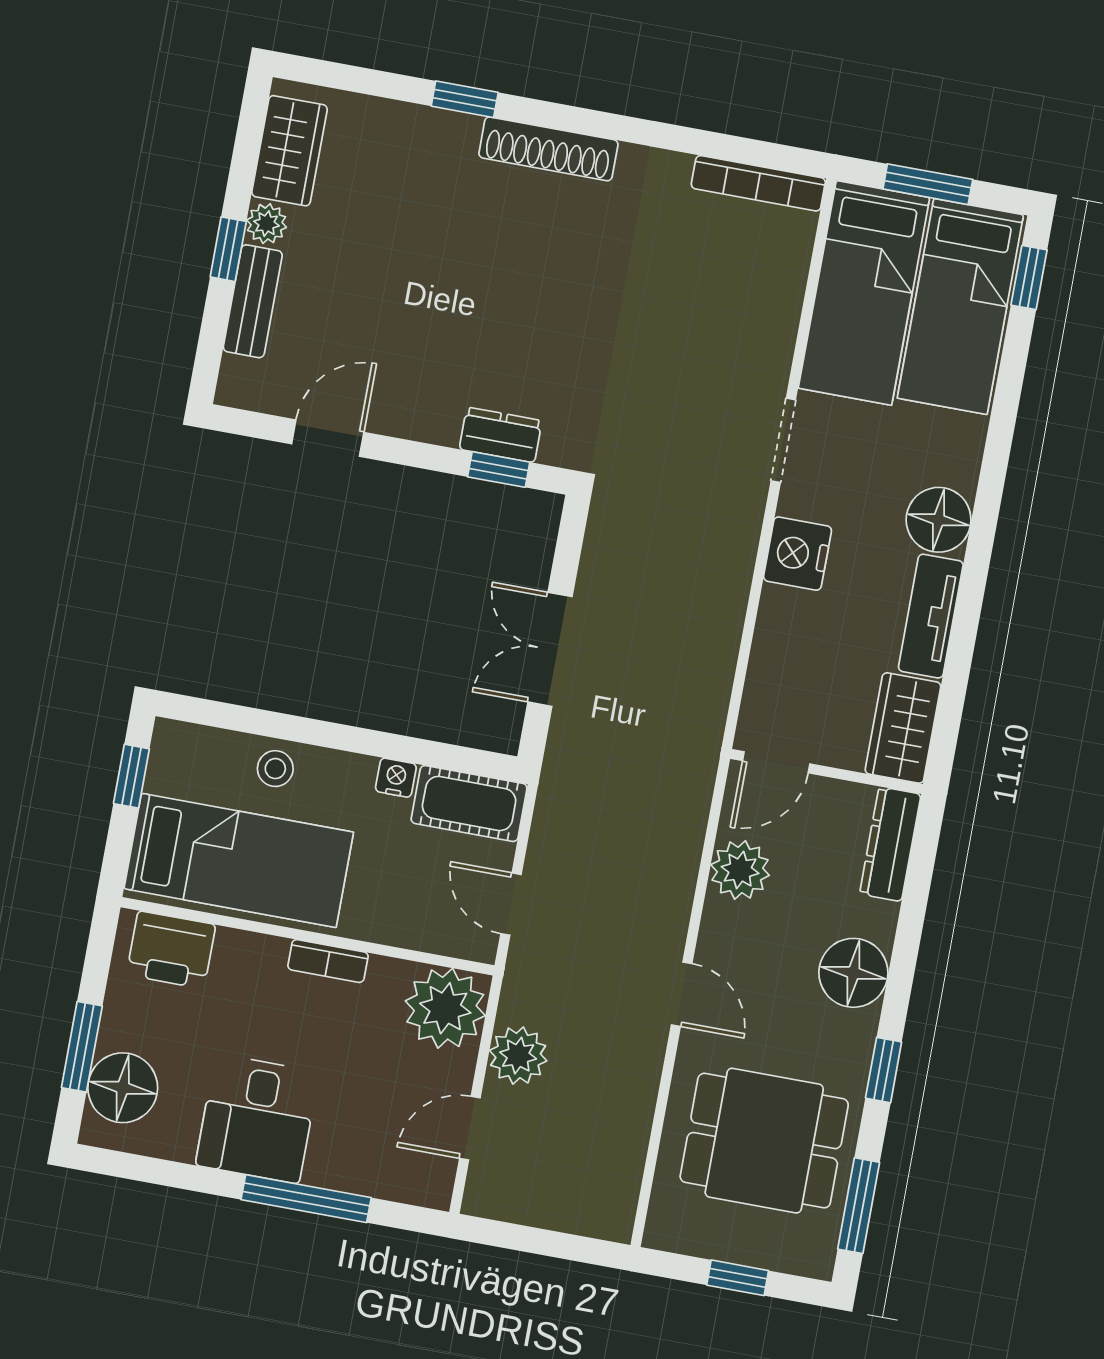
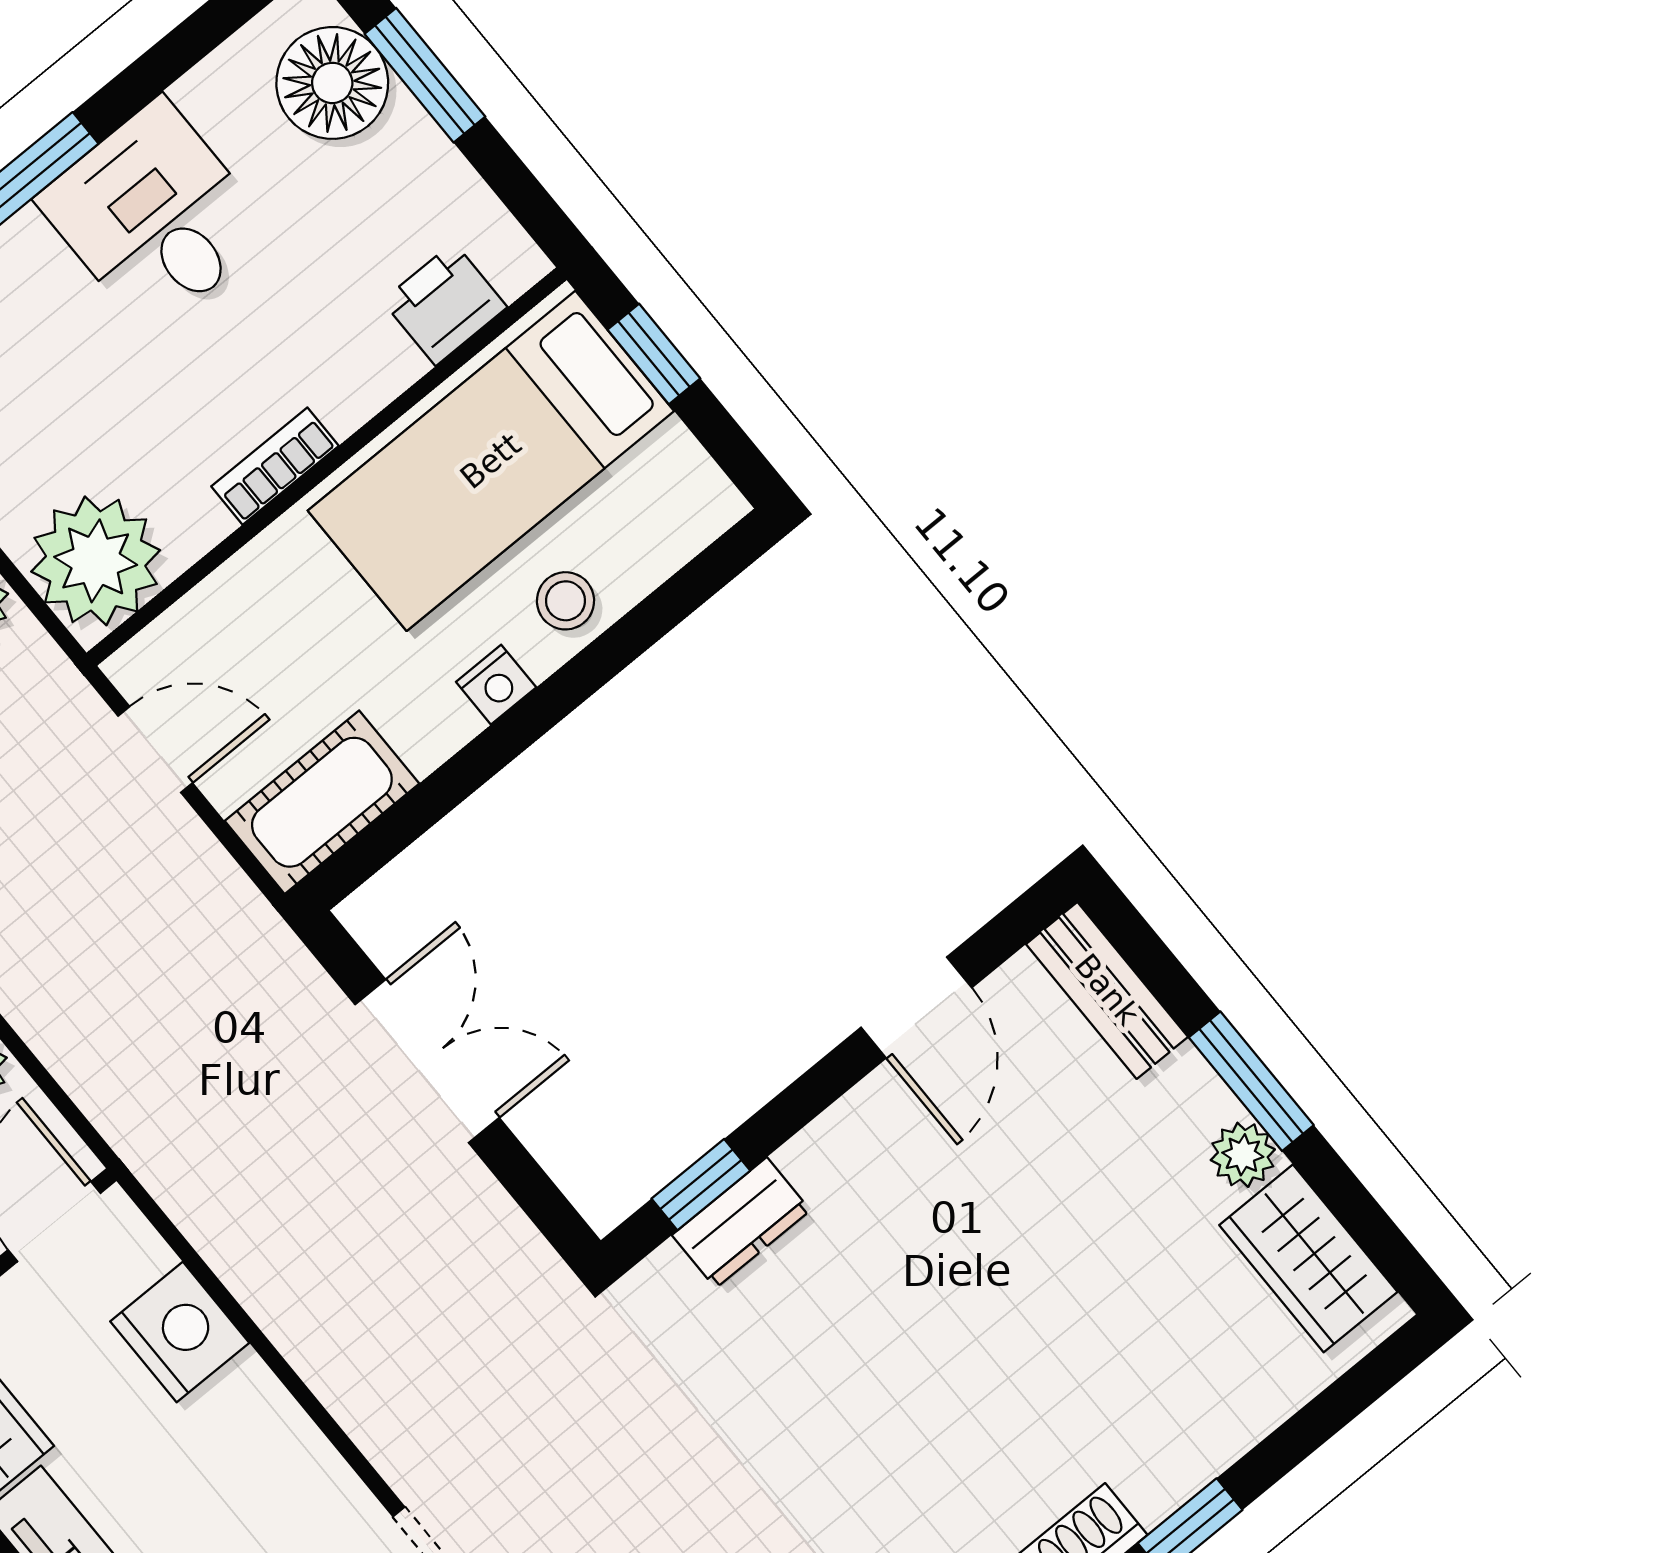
window: (228, 249) -> (1251, 1081), width x1.50
bench: (253, 301) -> (1107, 990), moved
nightstand: (798, 554) -> (180, 1332), moved
window: (131, 776) -> (654, 354), moved
nightstand: (396, 778) -> (496, 685), moved
printer: (171, 950) -> (445, 304), width x0.73, depth x0.81

